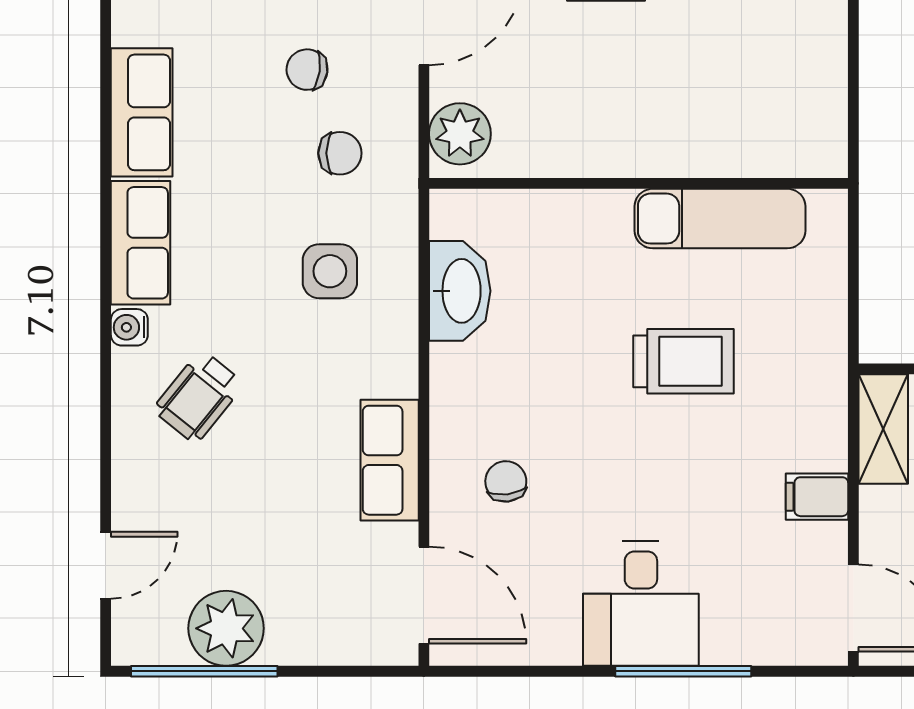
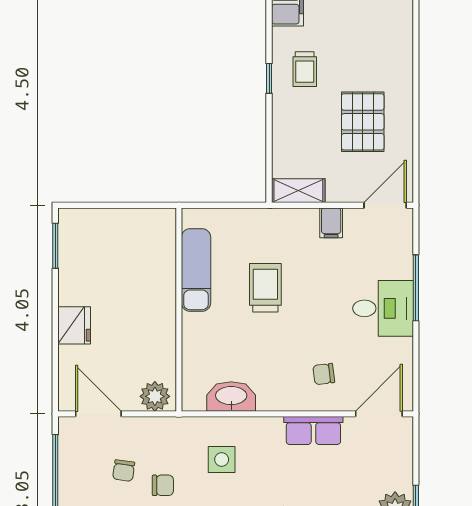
chair: (340, 153) -> (163, 485), moved, turned 90

